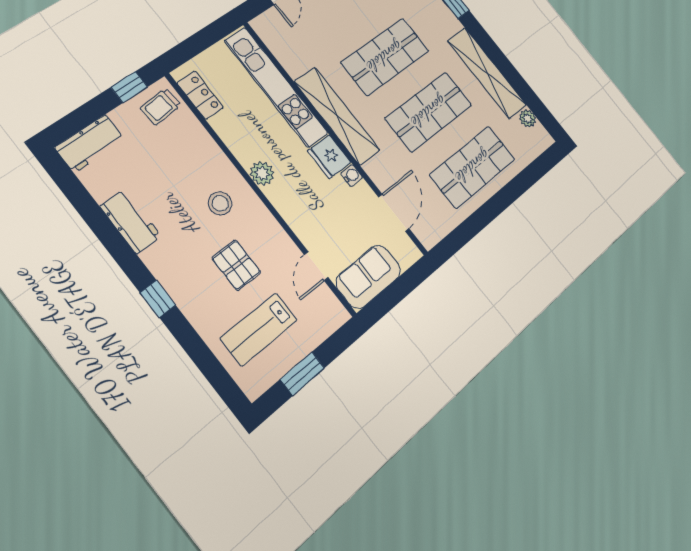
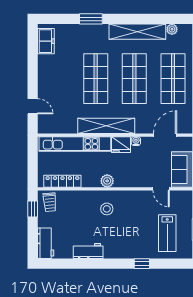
locker: (200, 95) -> (62, 181), width x1.53
door: (394, 213) -> (165, 135), hinge flipped
pallet: (236, 265) -> (136, 222), removed
window: (158, 299) -> (142, 264), moved

